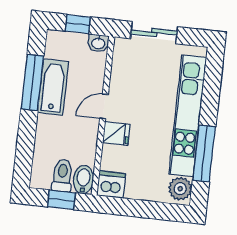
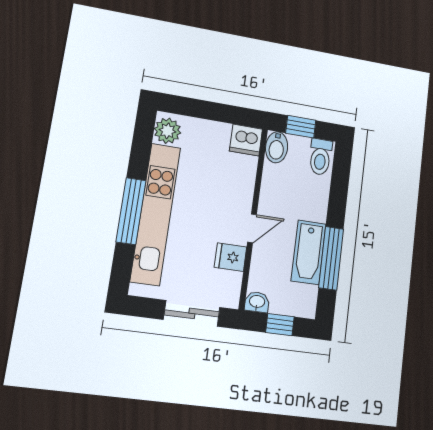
fridge: (116, 134) -> (231, 257), moved
window: (204, 153) -> (131, 211), moved
toilet: (62, 175) -> (320, 157), moved

